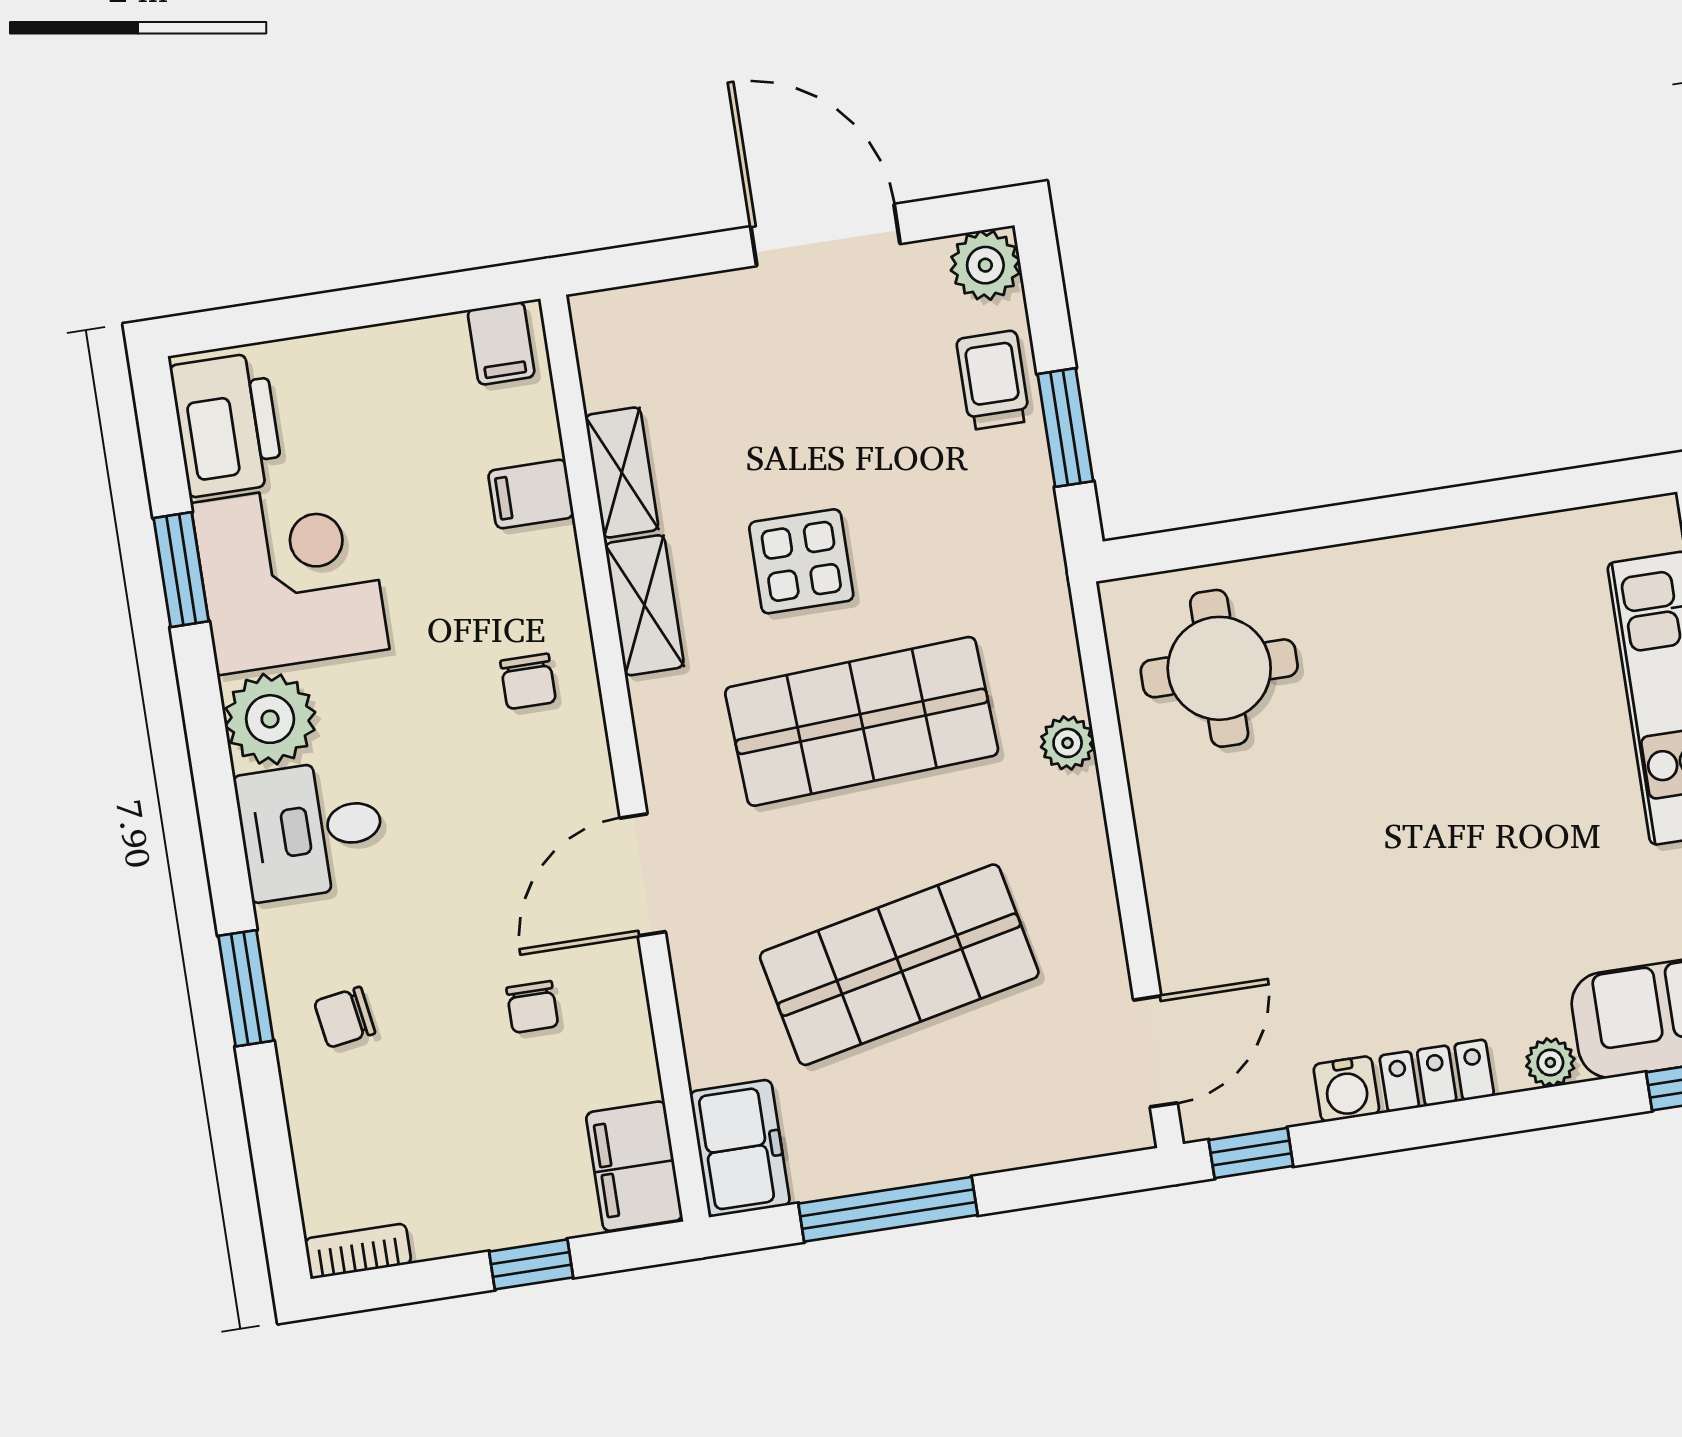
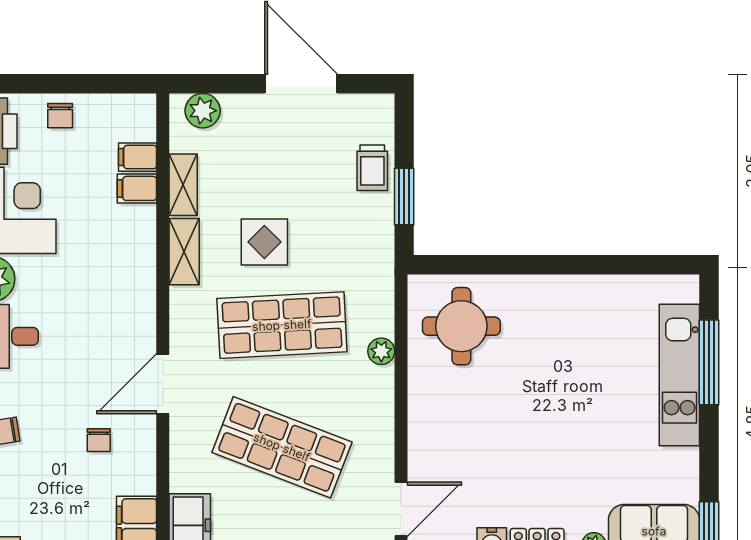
plant: (985, 265) -> (203, 111), moved
filing cabinet: (501, 343) -> (138, 157), moved, turned 90
trolley: (993, 380) -> (372, 168), turned 180
chair: (528, 681) -> (60, 116), moved
shop shelf: (899, 965) -> (282, 447), turned 33

